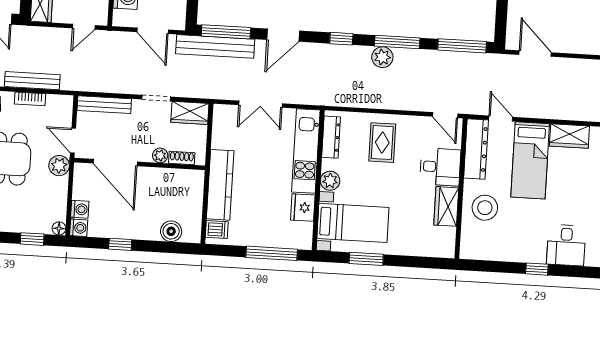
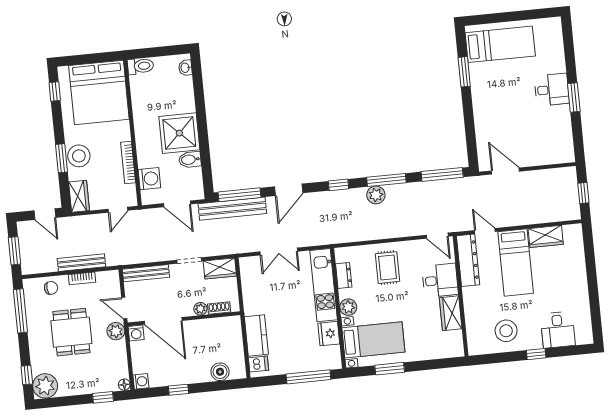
dresser: (331, 137) -> (344, 275), width x0.70
kitchen counter: (220, 185) -> (256, 335), width x0.67
stool: (485, 208) -> (506, 331), moved
washing machine: (80, 209) -> (136, 333), moved, turned 90

